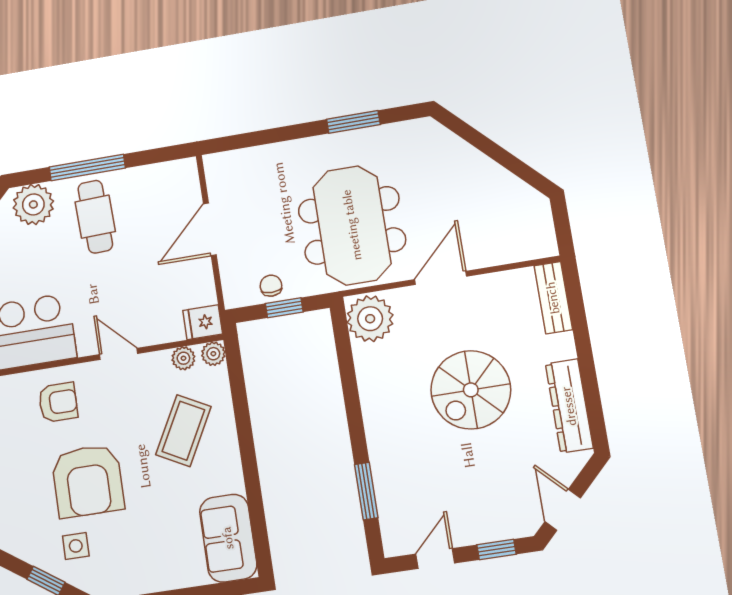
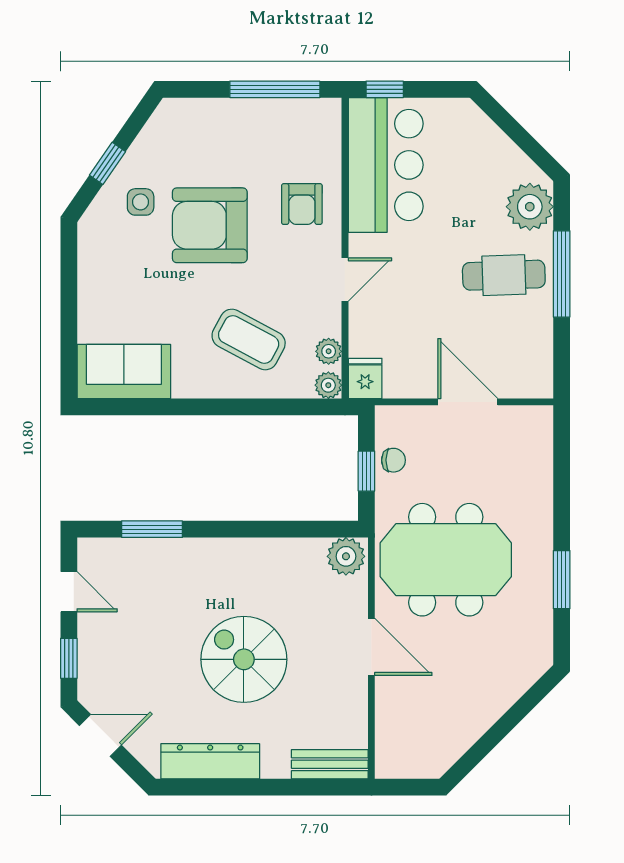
plant: (370, 319) -> (346, 556), width x0.73, depth x0.73

